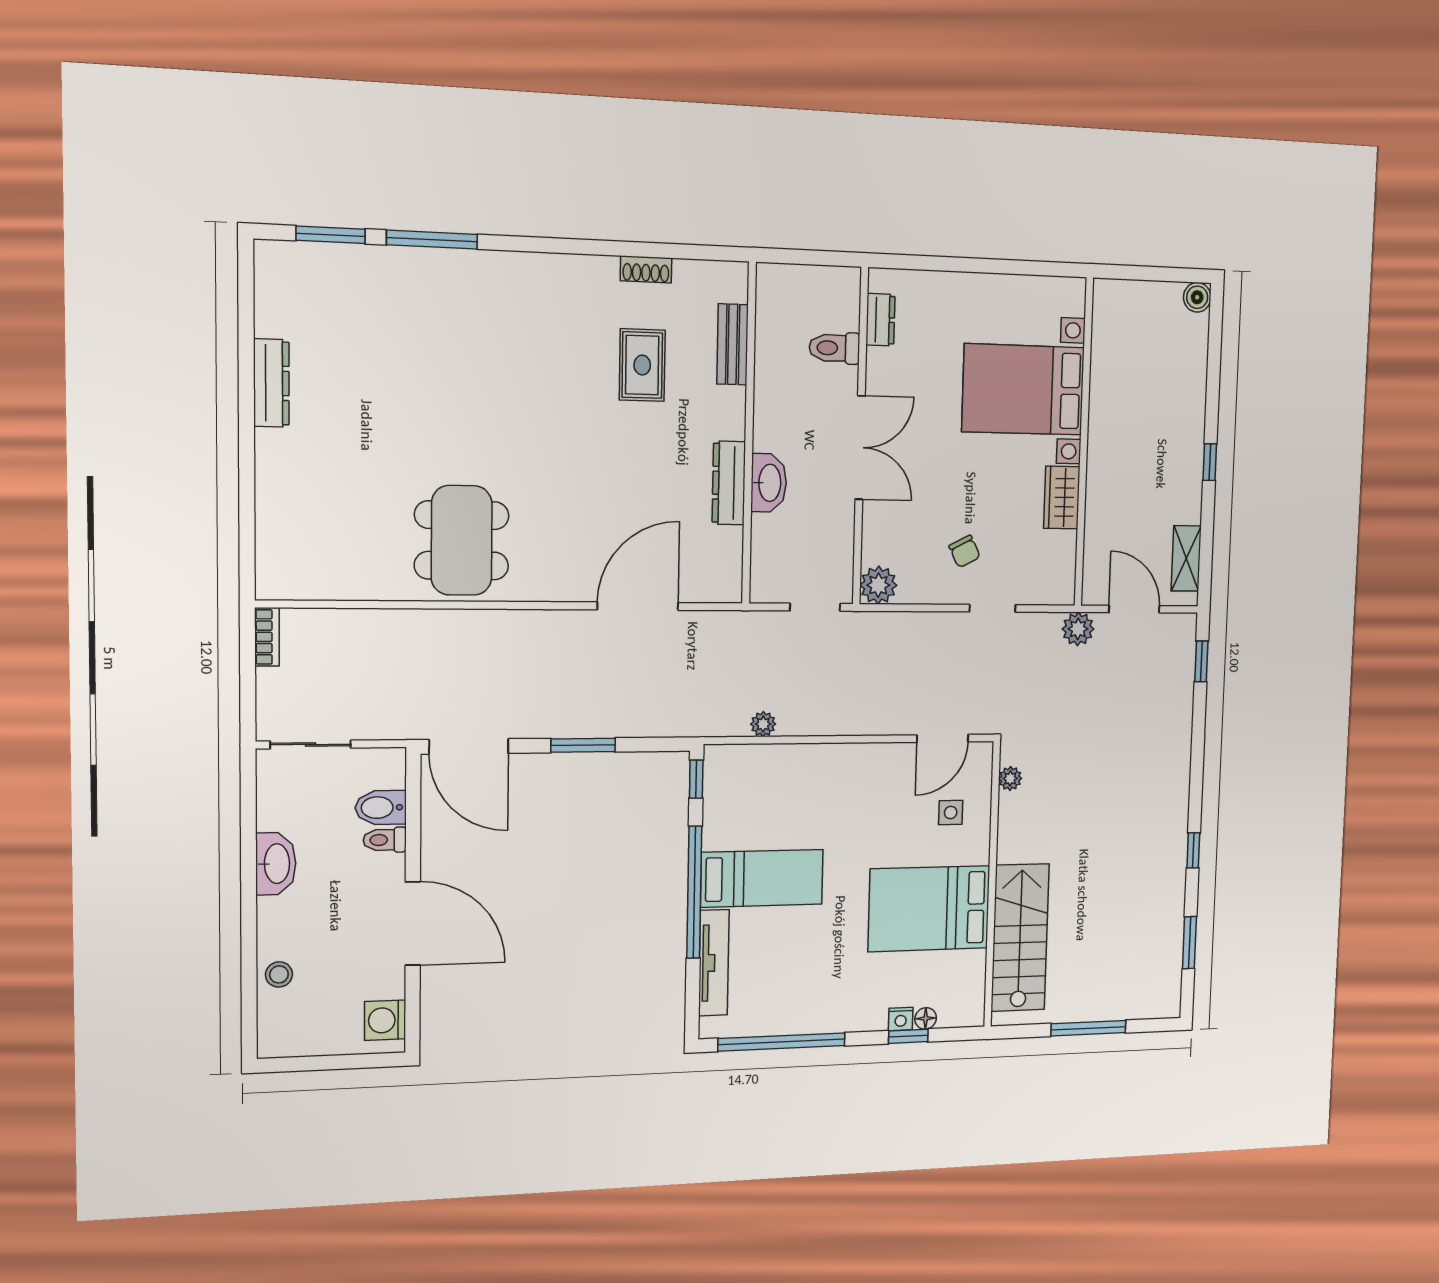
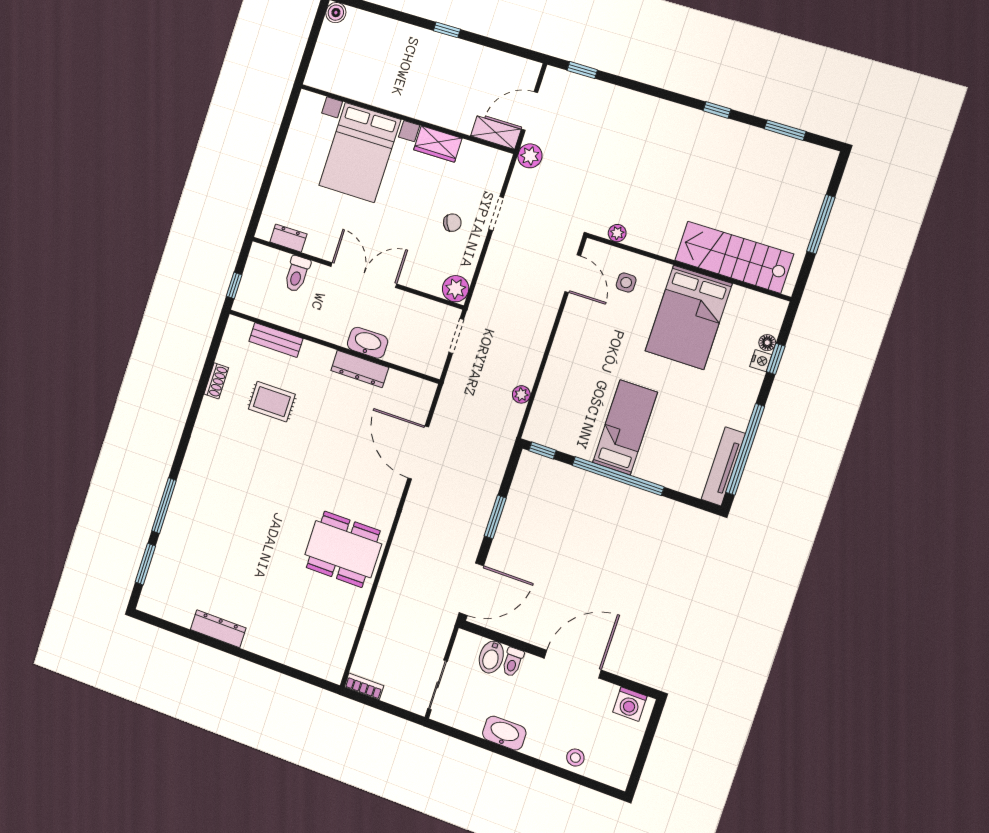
window: (792, 257) -> (234, 285), added
shelving: (1186, 558) -> (496, 133), moved
tv unit: (714, 963) -> (723, 466), moved, turned -90

